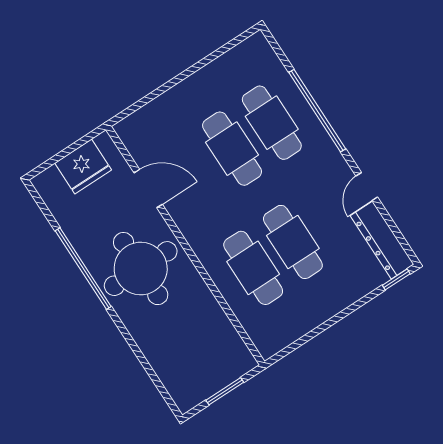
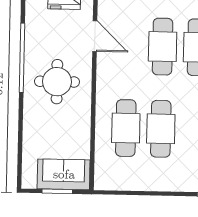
round table: (141, 269) -> (57, 82), width x0.73, depth x0.73
sofa: (219, 367) -> (64, 174), added

